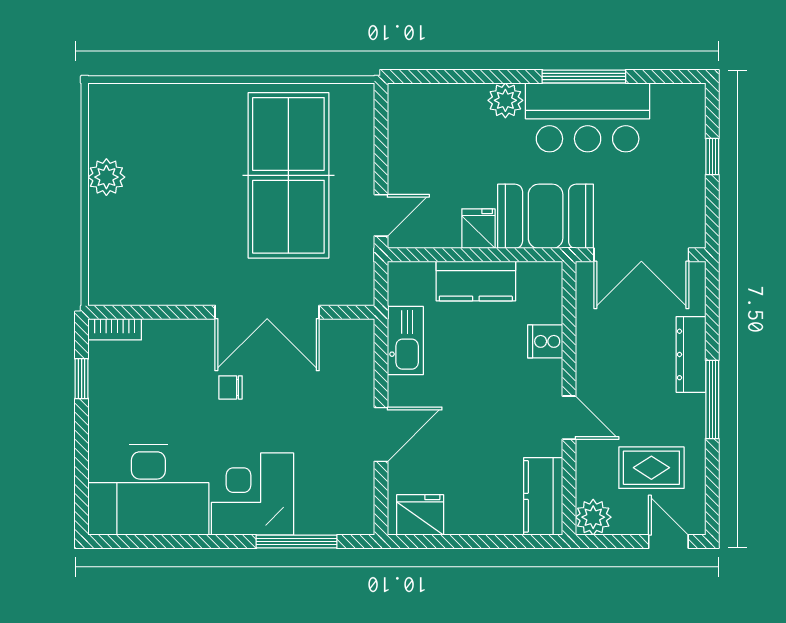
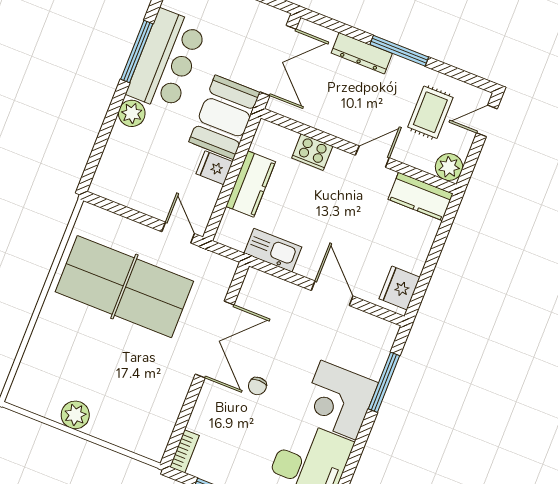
cooker: (545, 341) -> (312, 152), width x1.36

